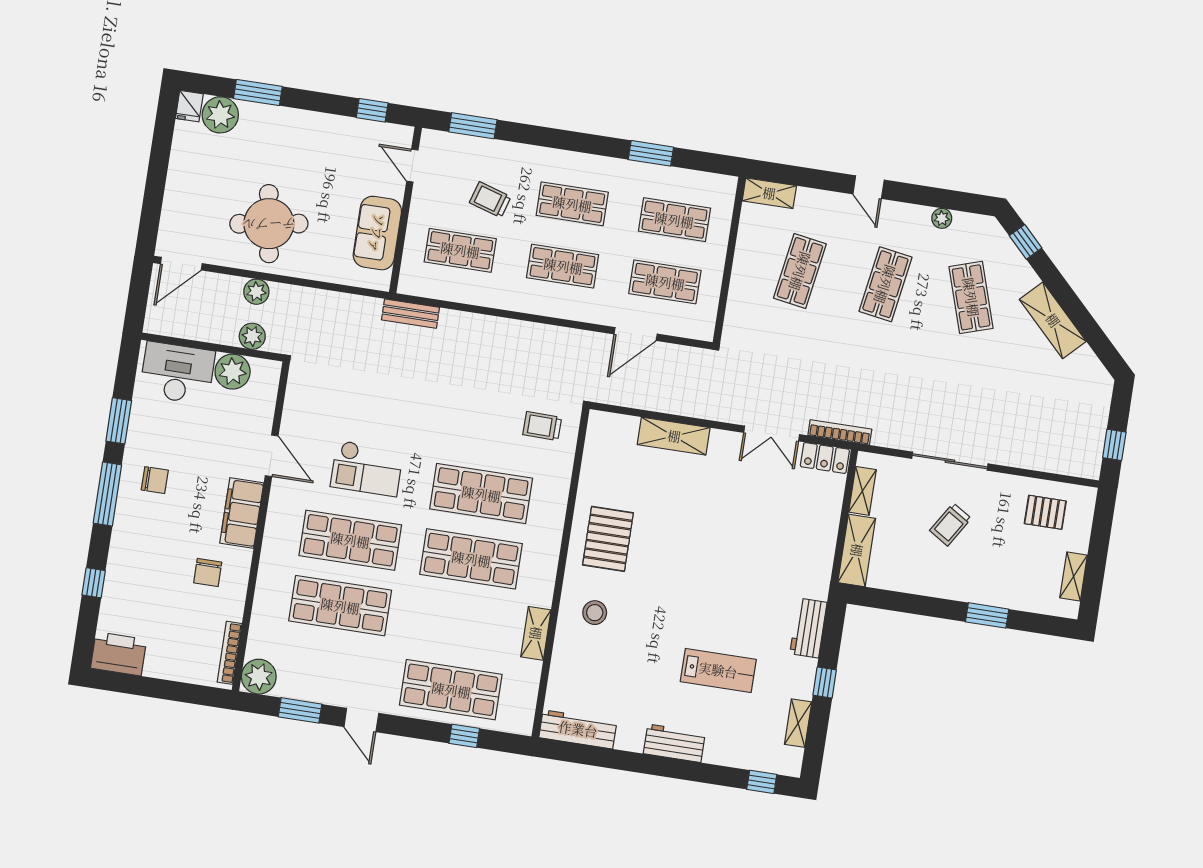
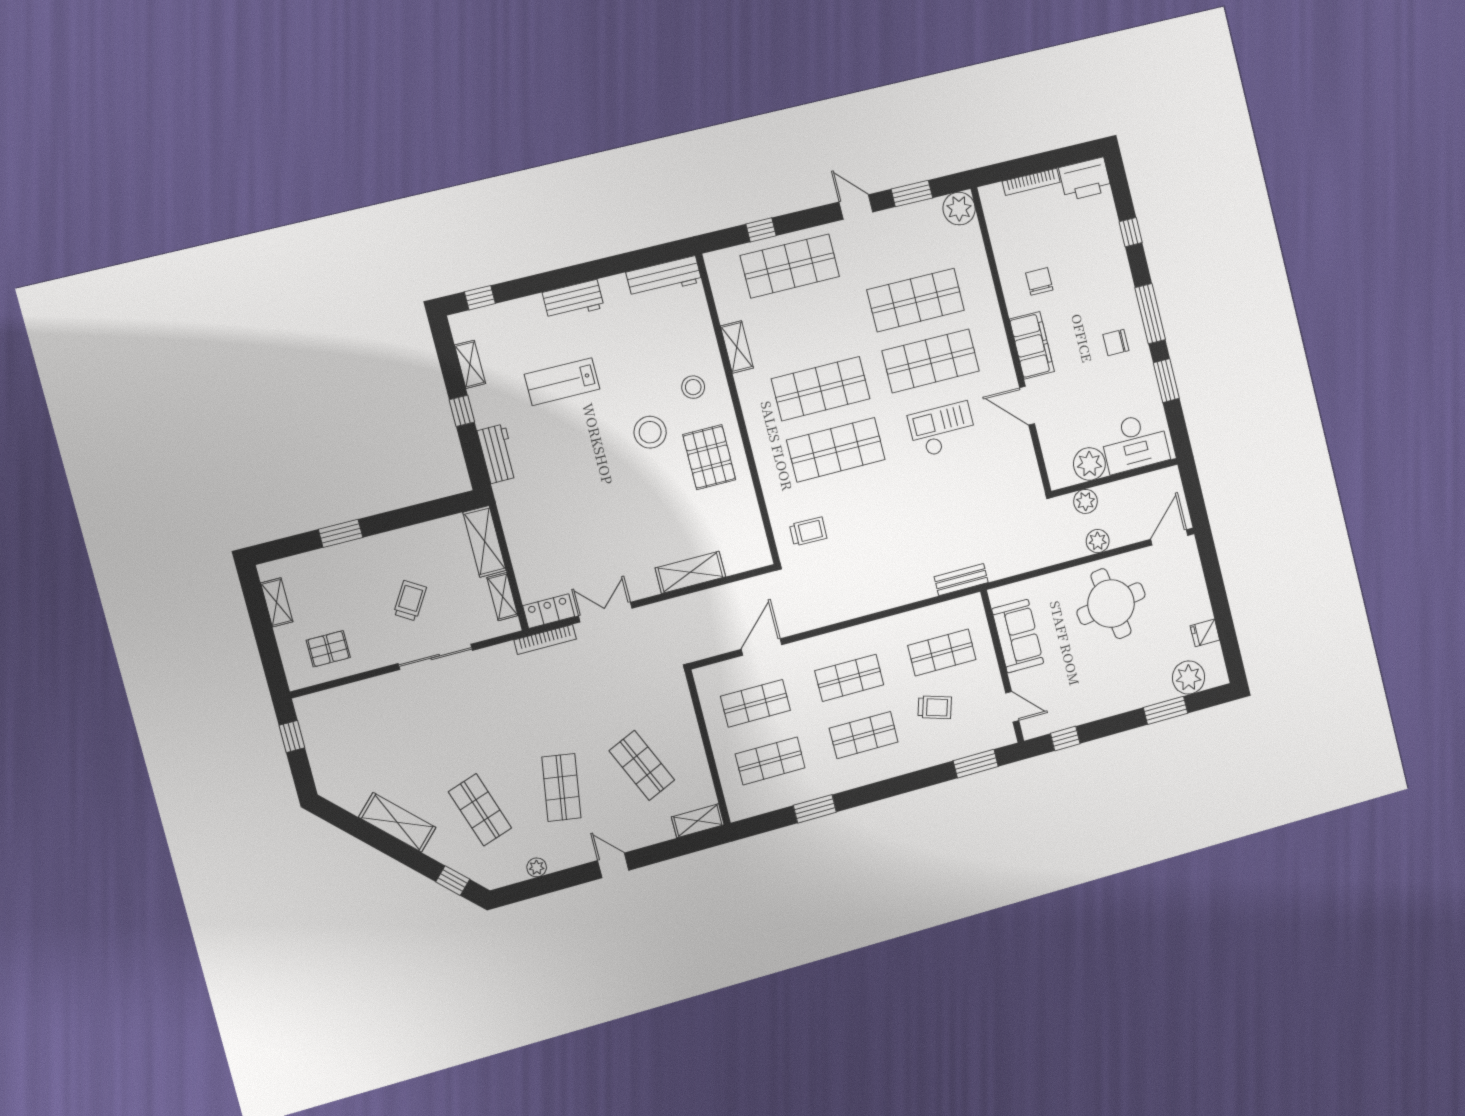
fridge: (189, 106) -> (1205, 633), moved, turned -90
shop shelf: (800, 271) -> (642, 765), turned -33
stool: (655, 587) -> (650, 432), added
bookcase: (230, 653) -> (1031, 182), moved, turned 90

